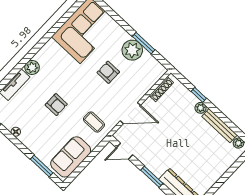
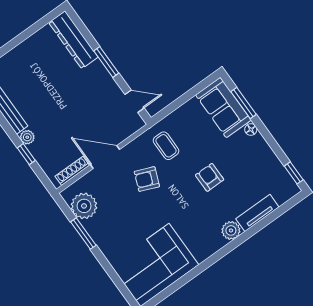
plant: (132, 50) -> (84, 206), moved
armchair: (108, 72) -> (147, 179), moved, turned 112
door: (130, 113) -> (105, 157), moved
floor lamp: (16, 132) -> (251, 129), moved
sofa: (71, 157) -> (223, 107), moved, turned 90

